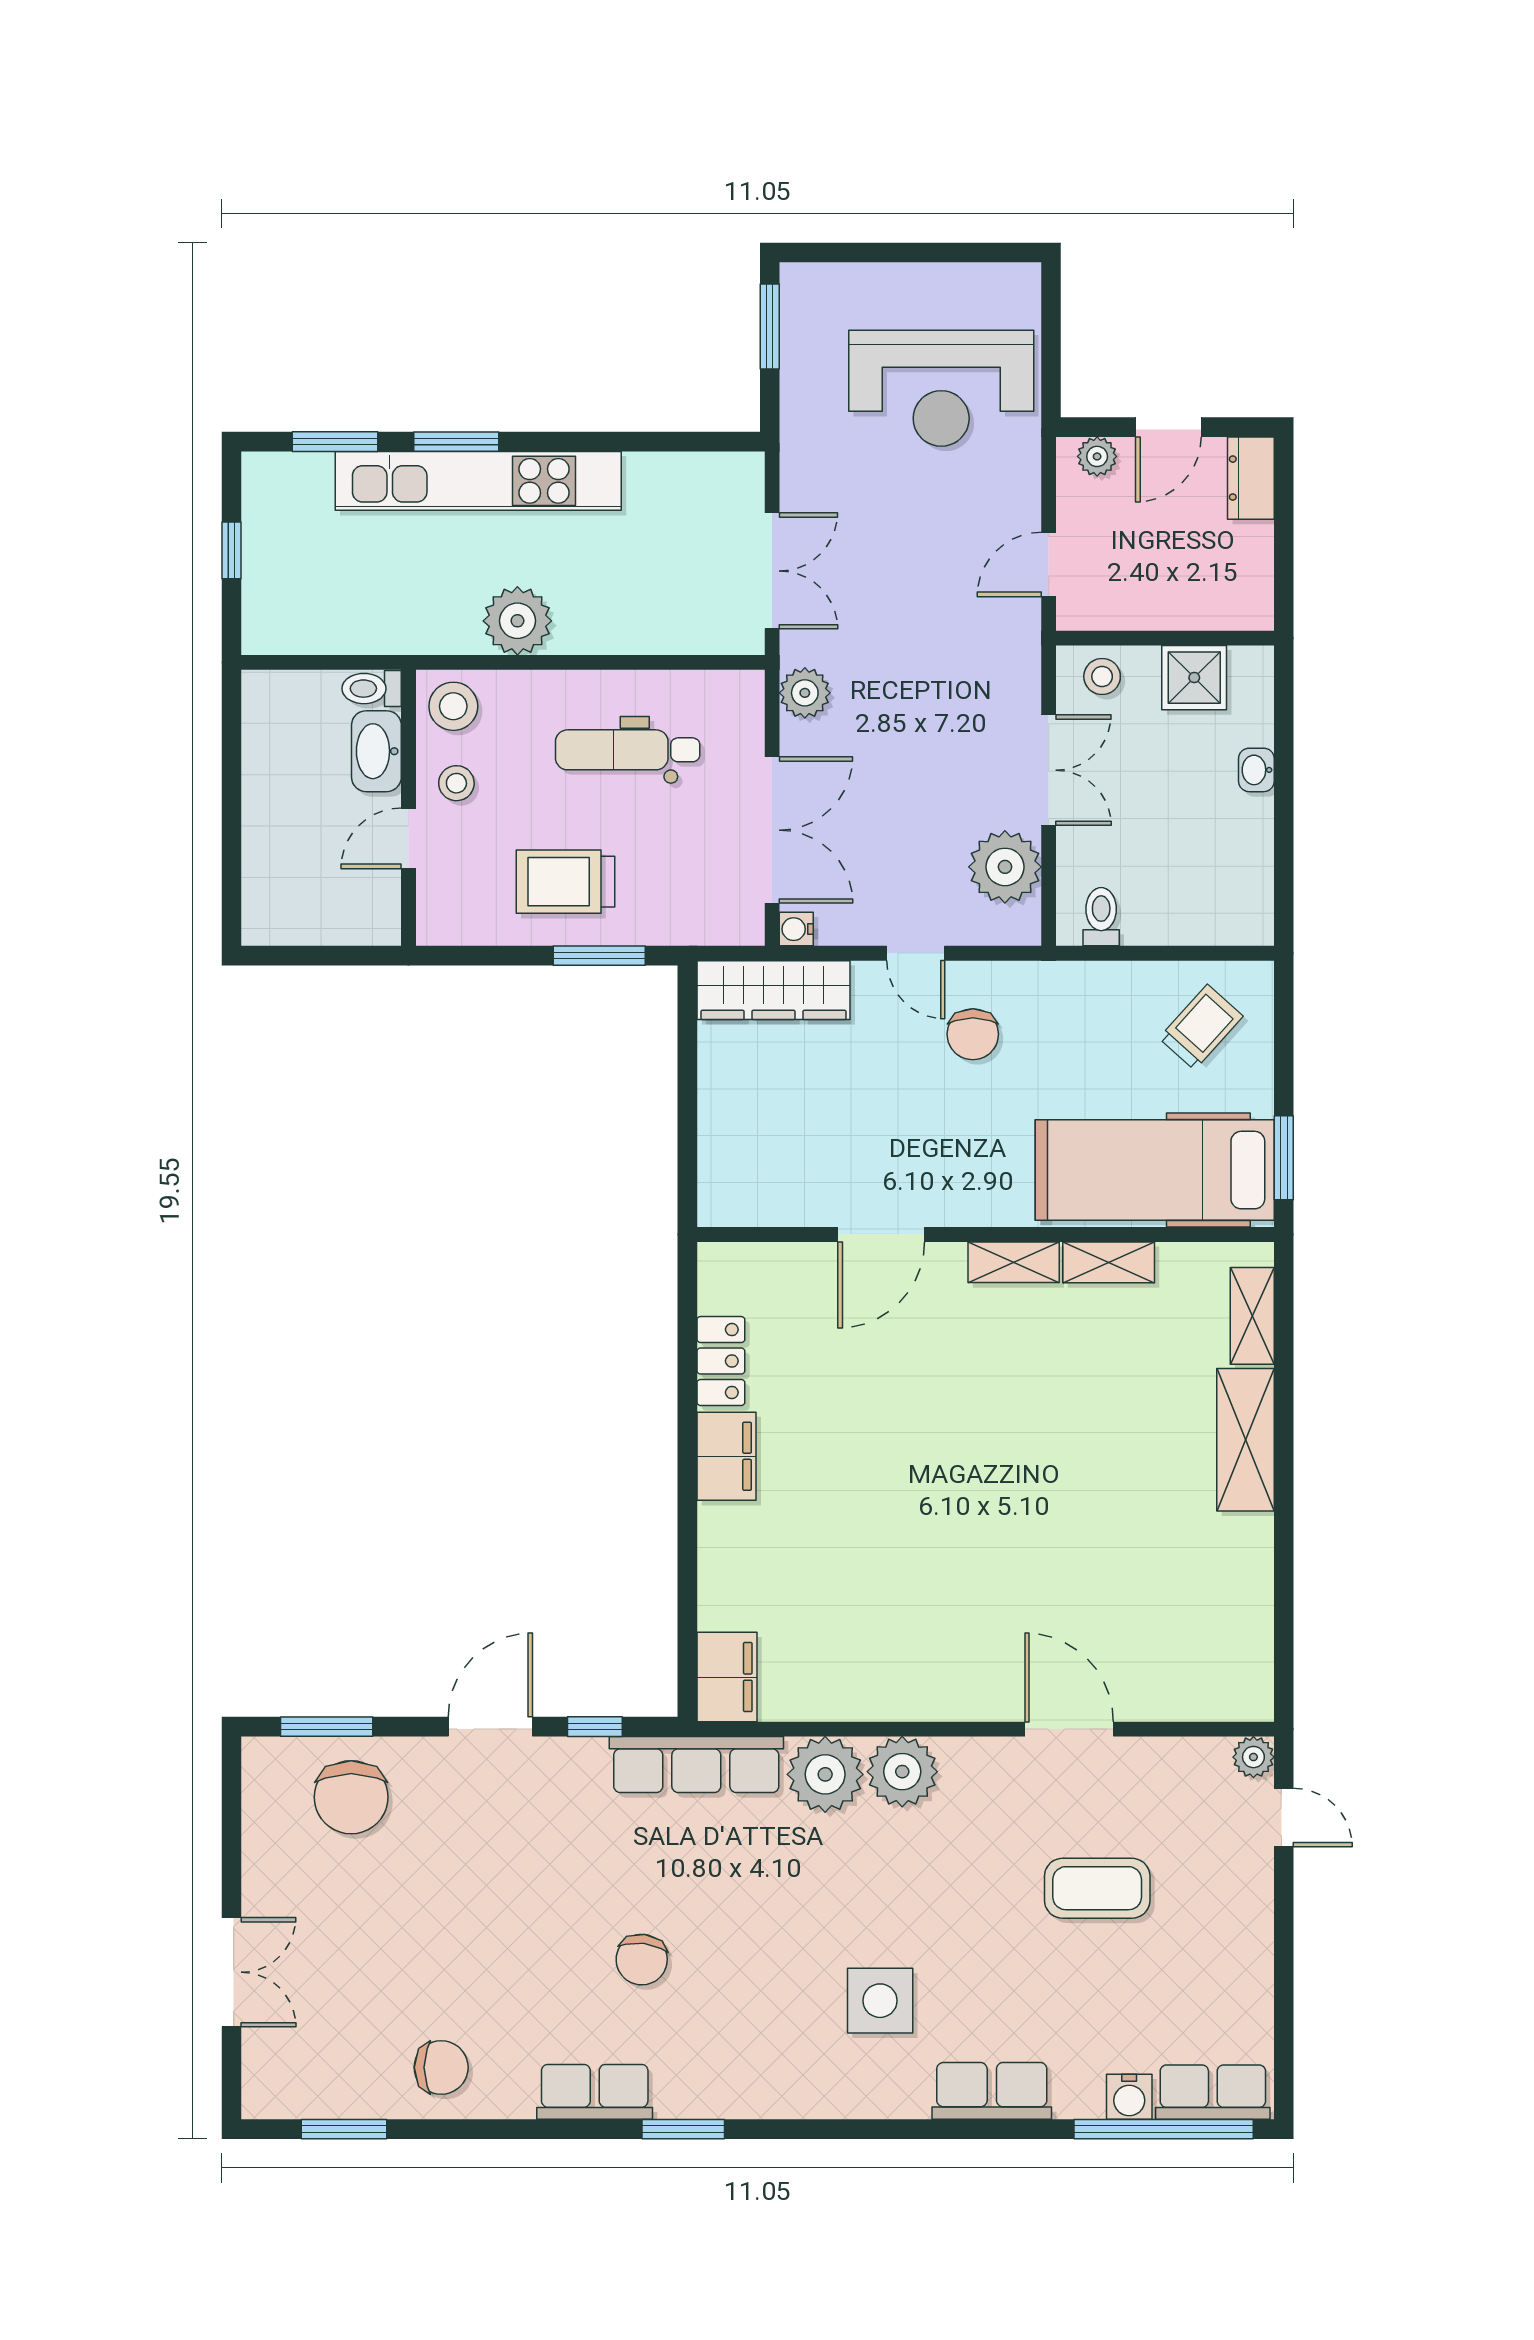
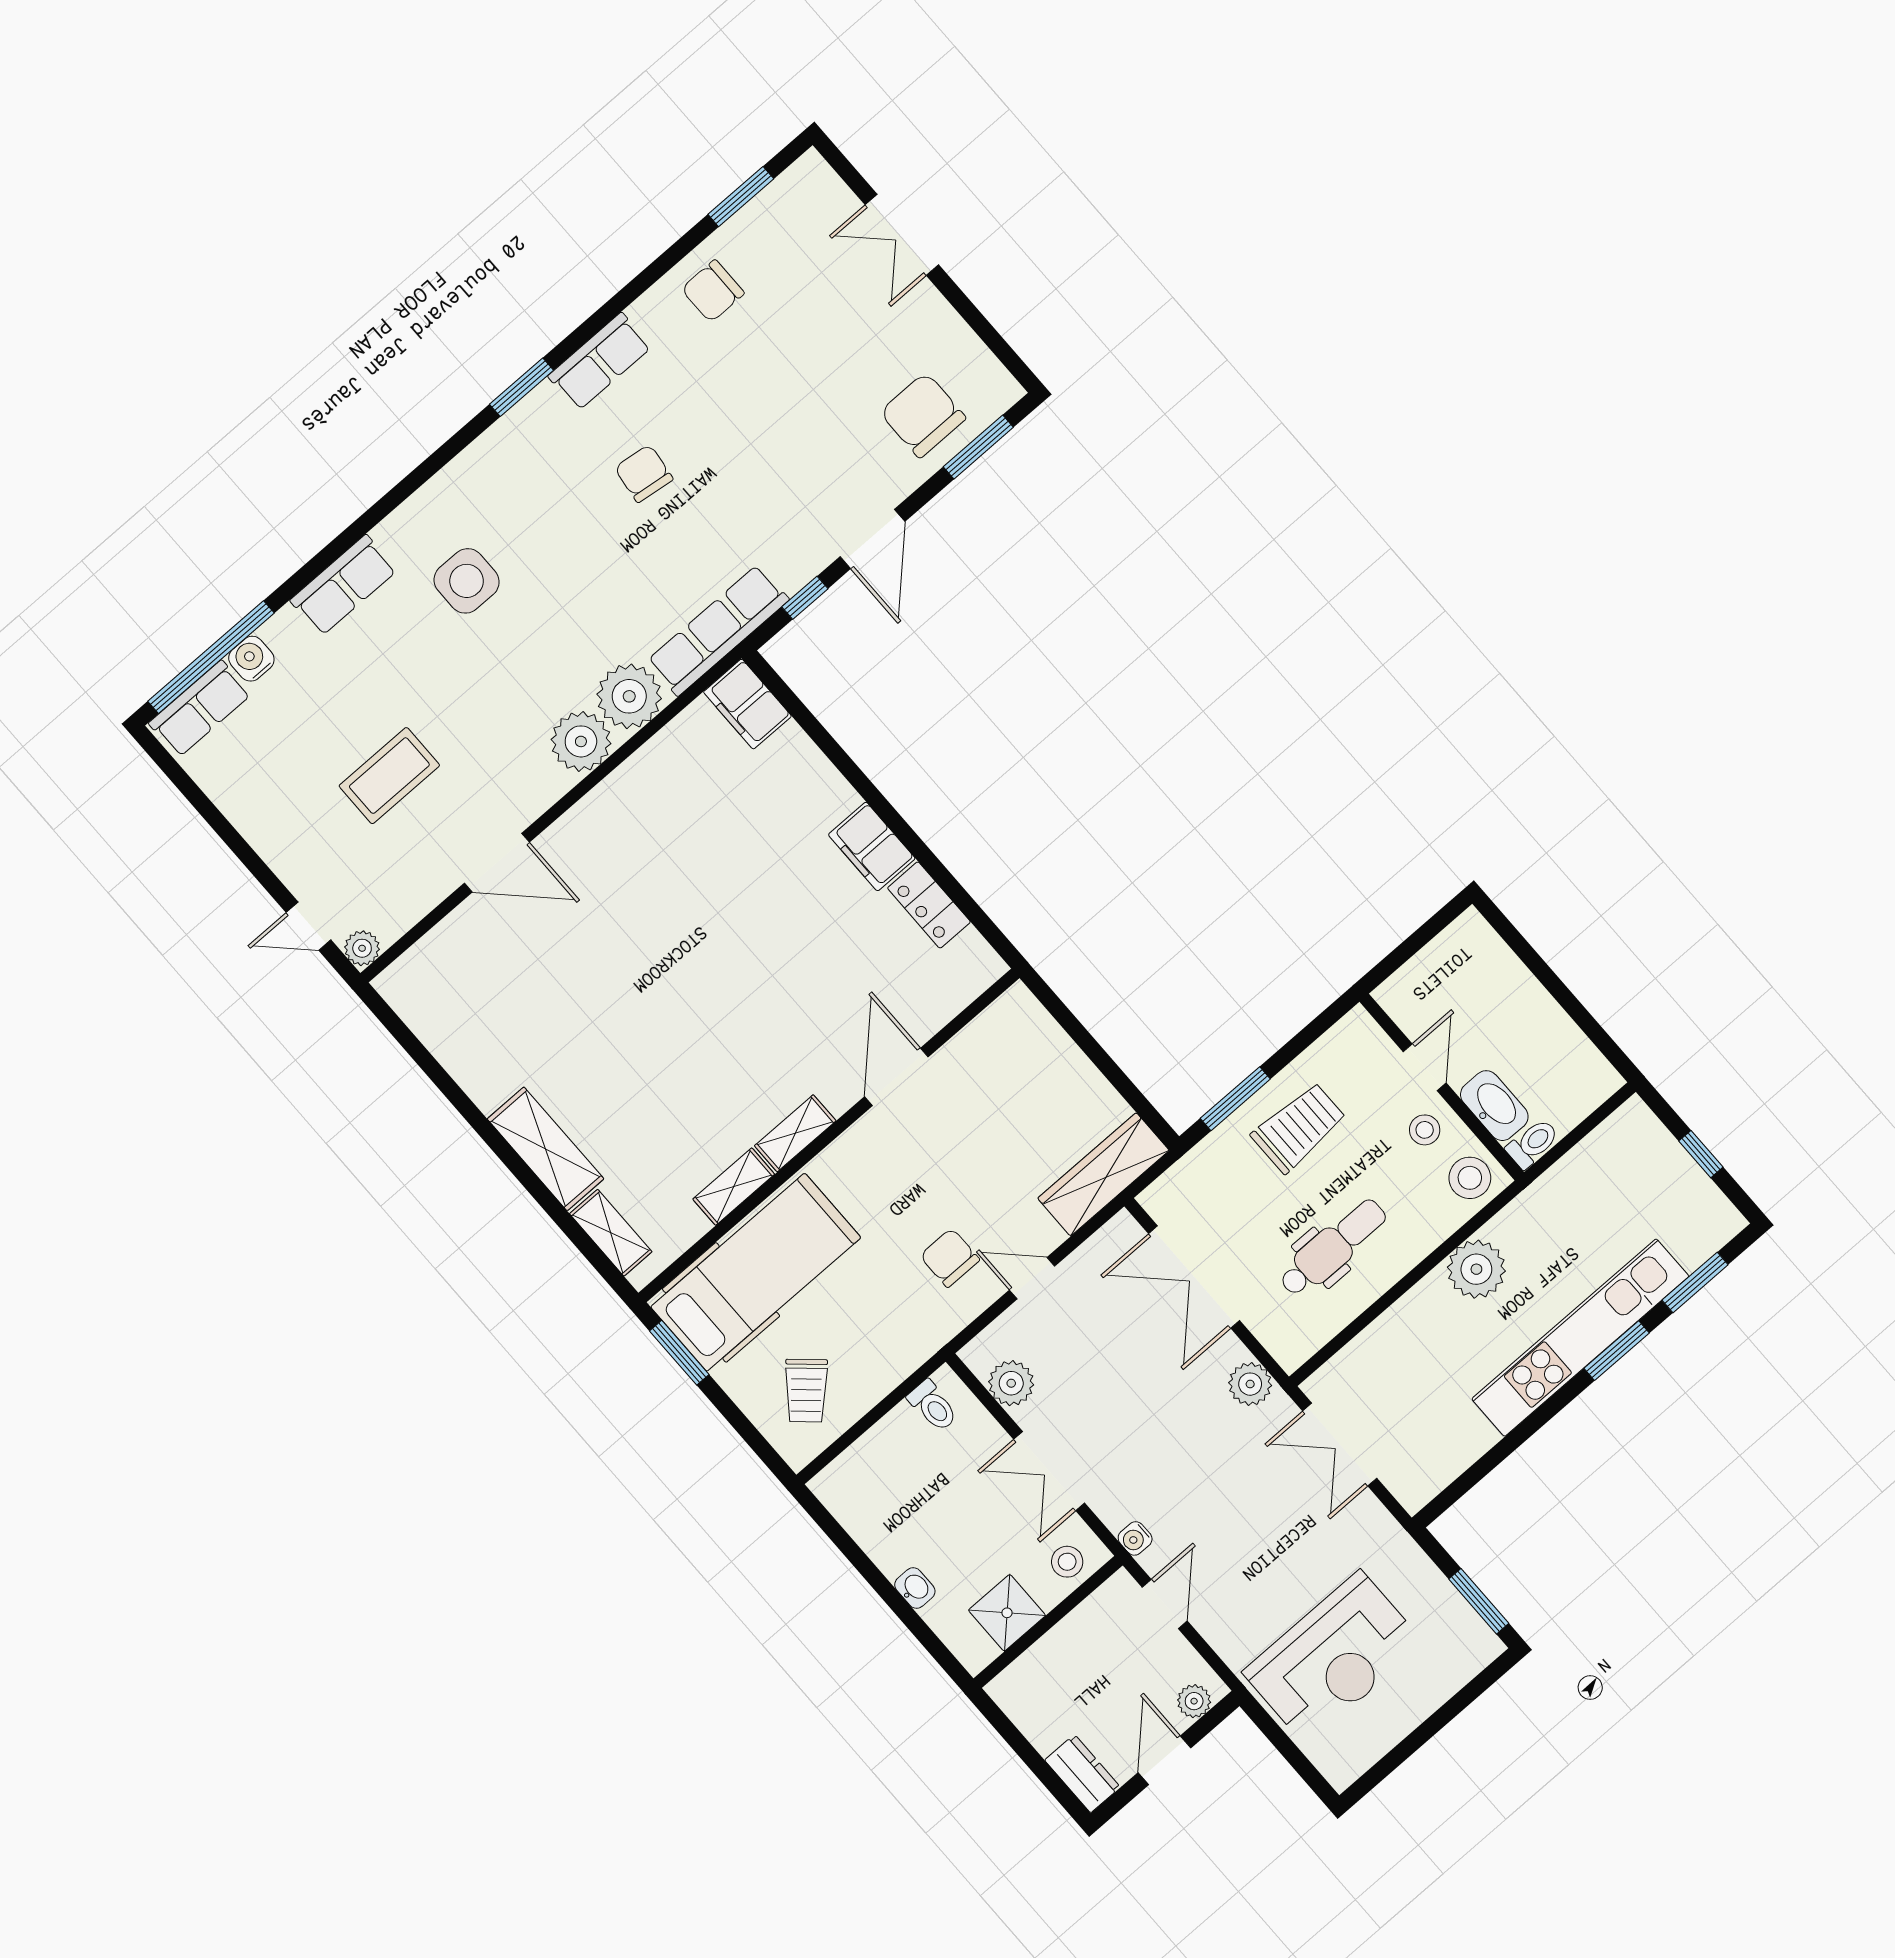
reception desk: (941, 388) -> (1333, 1658), turned 180
plant: (1005, 867) -> (1011, 1383), width x0.73, depth x0.73
water cooler: (796, 929) -> (1135, 1538), moved, turned 180

